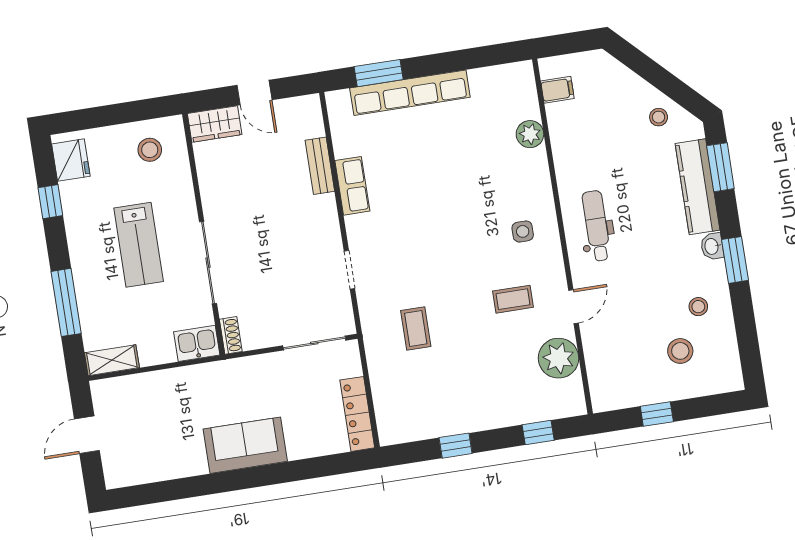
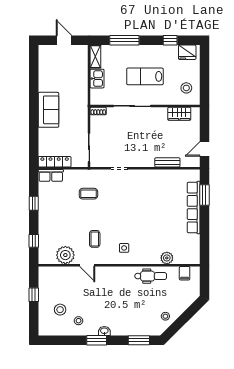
door: (254, 93) -> (204, 149), moved
wardrobe: (215, 124) -> (179, 114), moved, turned -90
row of seats: (352, 186) -> (51, 175), moved
kitchen counter: (698, 187) -> (132, 329), removed
dental chair: (596, 226) -> (151, 276), moved
kitchen sink: (197, 343) -> (97, 79), moved

